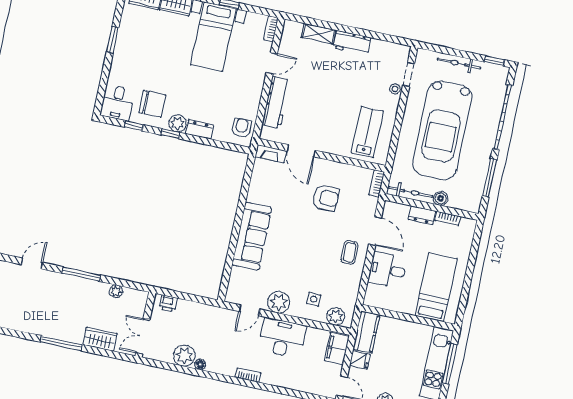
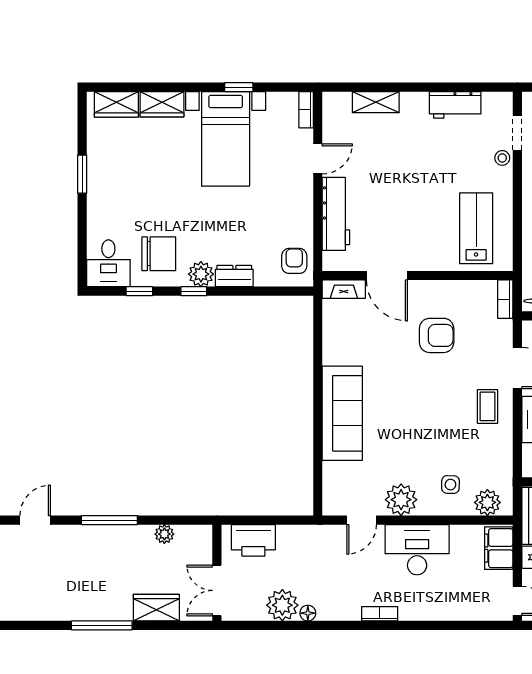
workbench: (352, 43) -> (455, 105), moved
printer: (168, 303) -> (253, 540), width x1.87, depth x1.48

